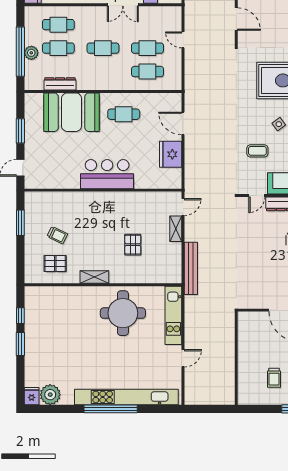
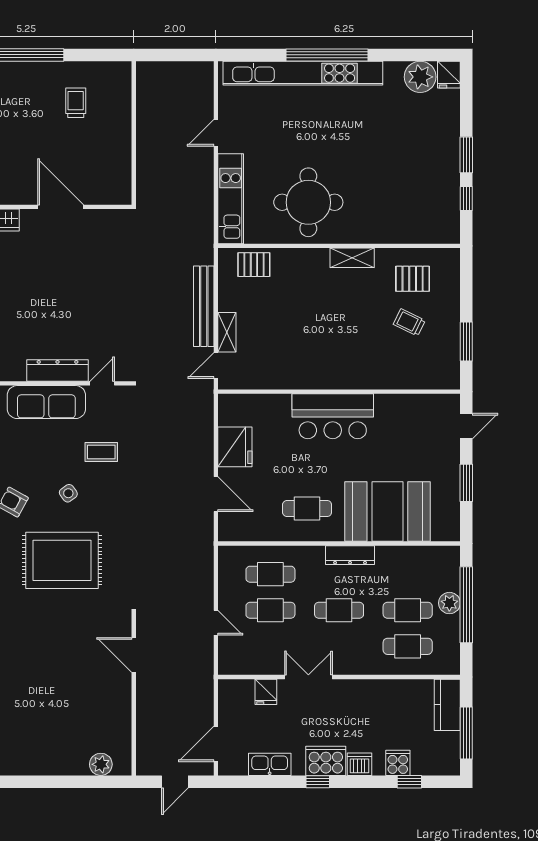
dresser: (60, 84) -> (350, 555), moved
pallet: (133, 245) -> (254, 265), moved, turned 90
bench: (191, 268) -> (204, 306), moved

